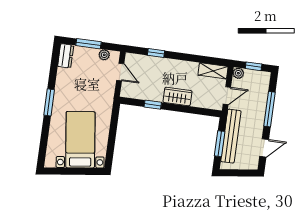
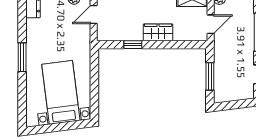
door: (120, 72) -> (94, 15), swing flipped
bench: (231, 136) -> (221, 67), removed

